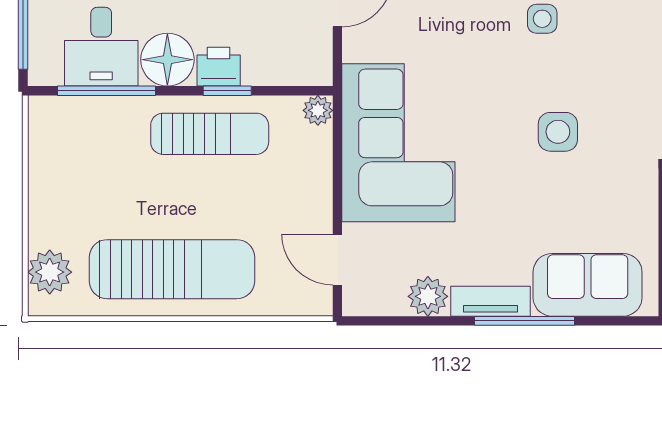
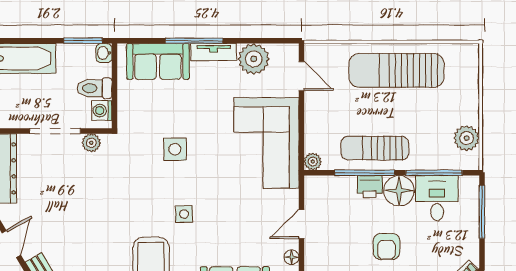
window: (227, 91) -> (365, 173), width x2.17
plant: (50, 272) -> (467, 138), moved
plant: (428, 296) -> (254, 59), width x1.36, depth x1.36

